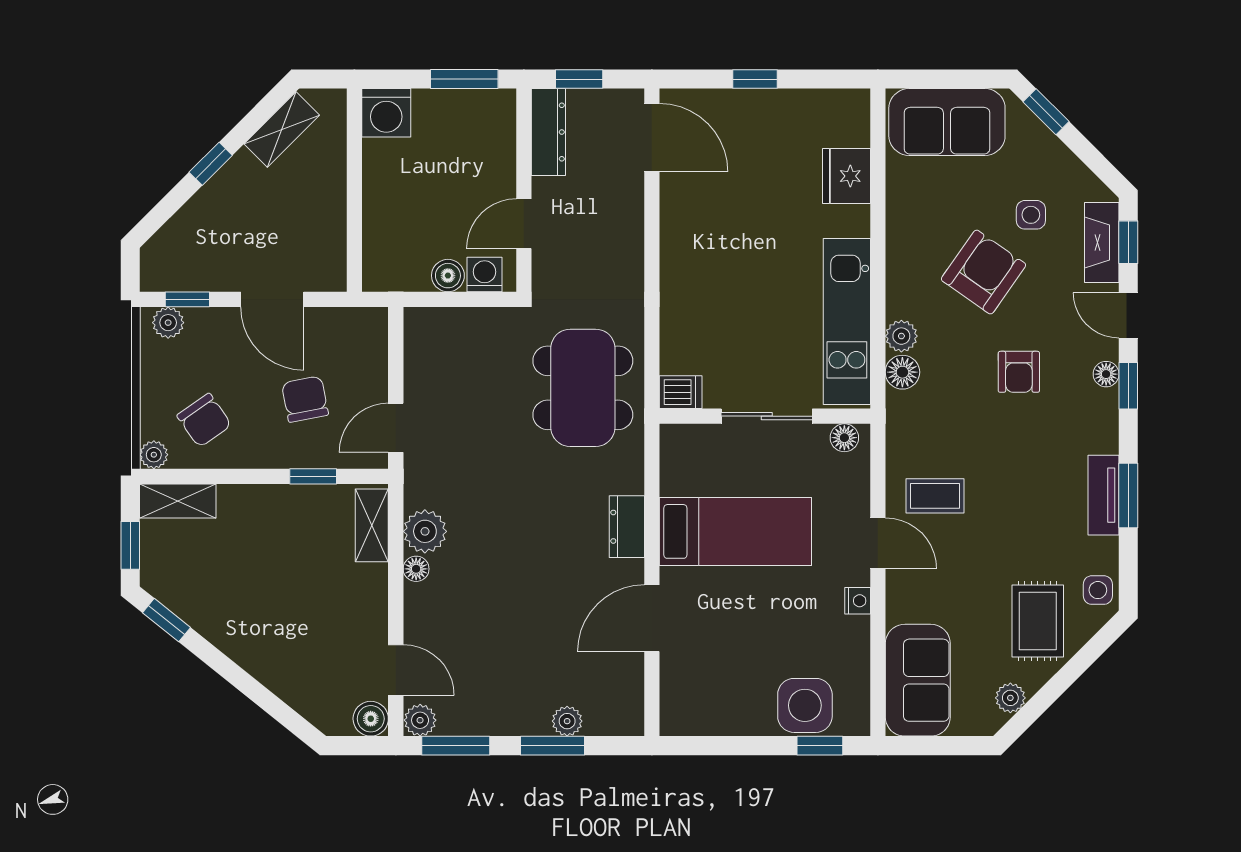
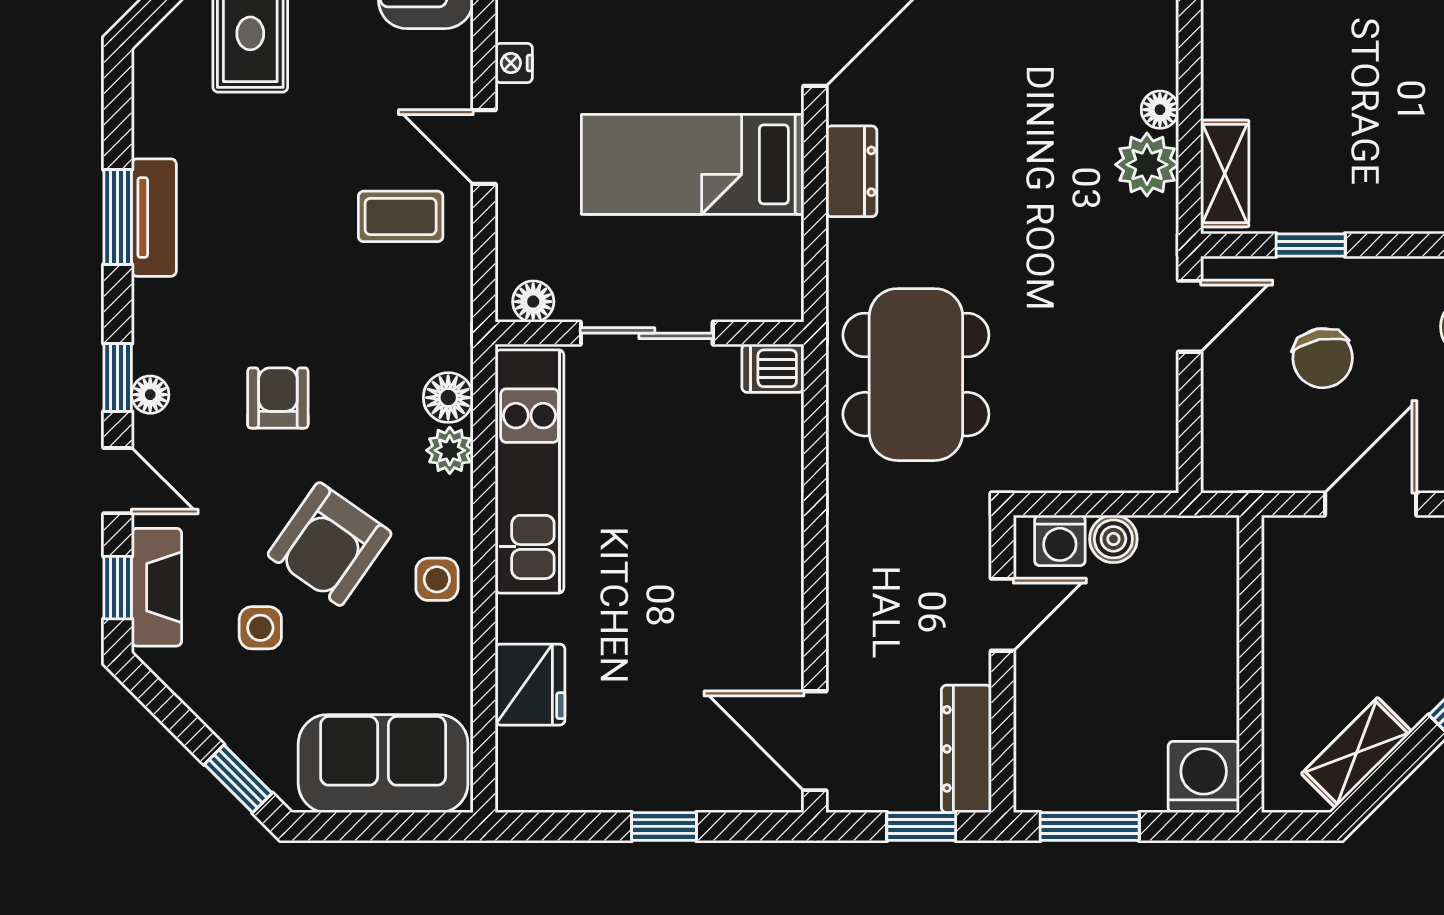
door: (272, 299) -> (1371, 504), hinge flipped
side table: (1098, 590) -> (437, 579), moved

